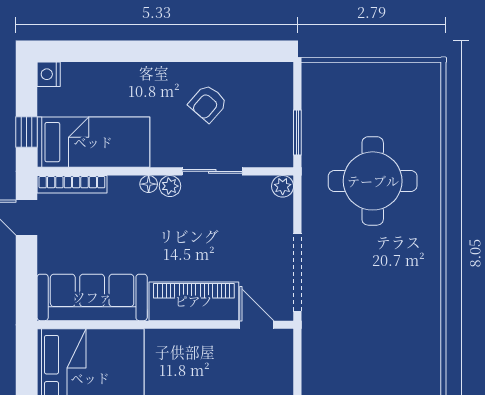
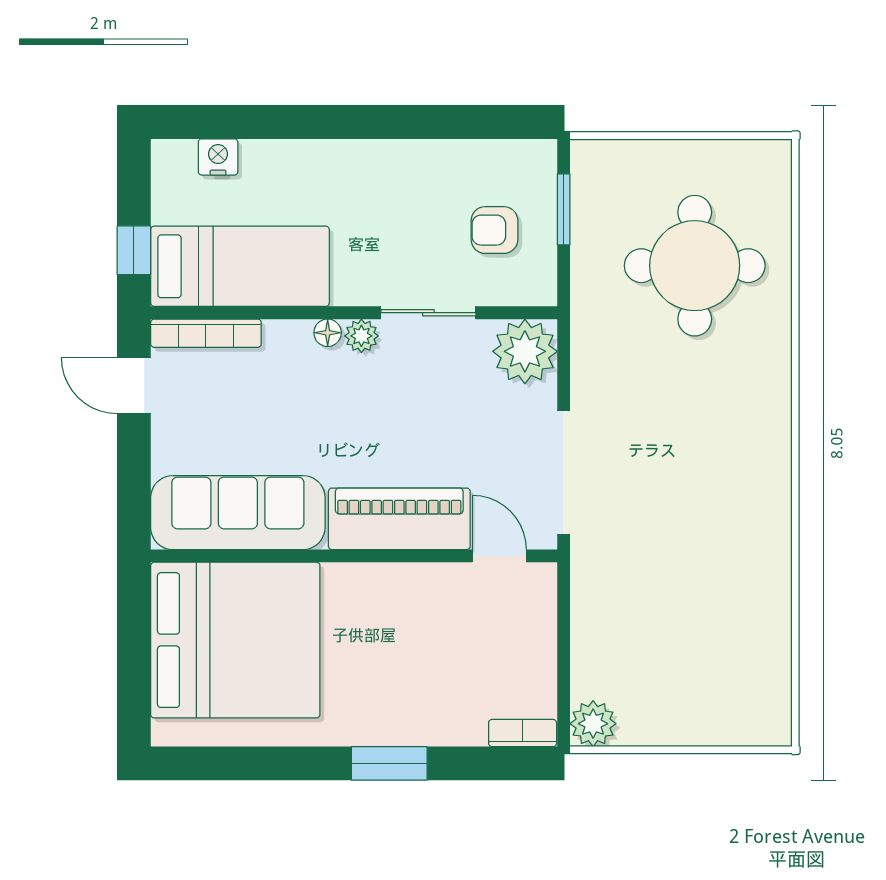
nightstand: (49, 74) -> (218, 157), moved, turned 90
armchair: (208, 103) -> (494, 230), moved, turned 49
window: (297, 133) -> (564, 209), moved
round table: (373, 181) -> (695, 266), moved
plant: (283, 186) -> (525, 351), width x1.88, depth x1.88

